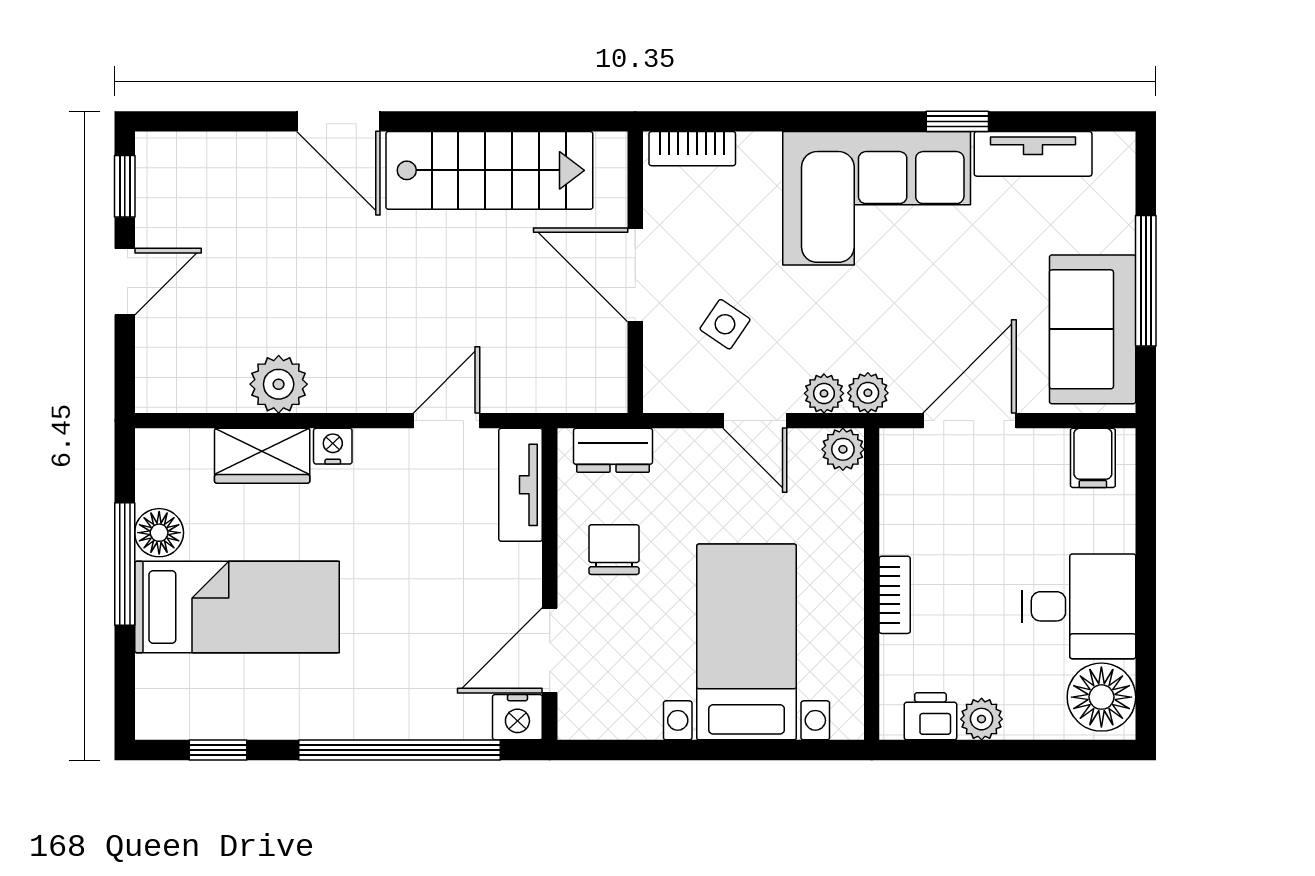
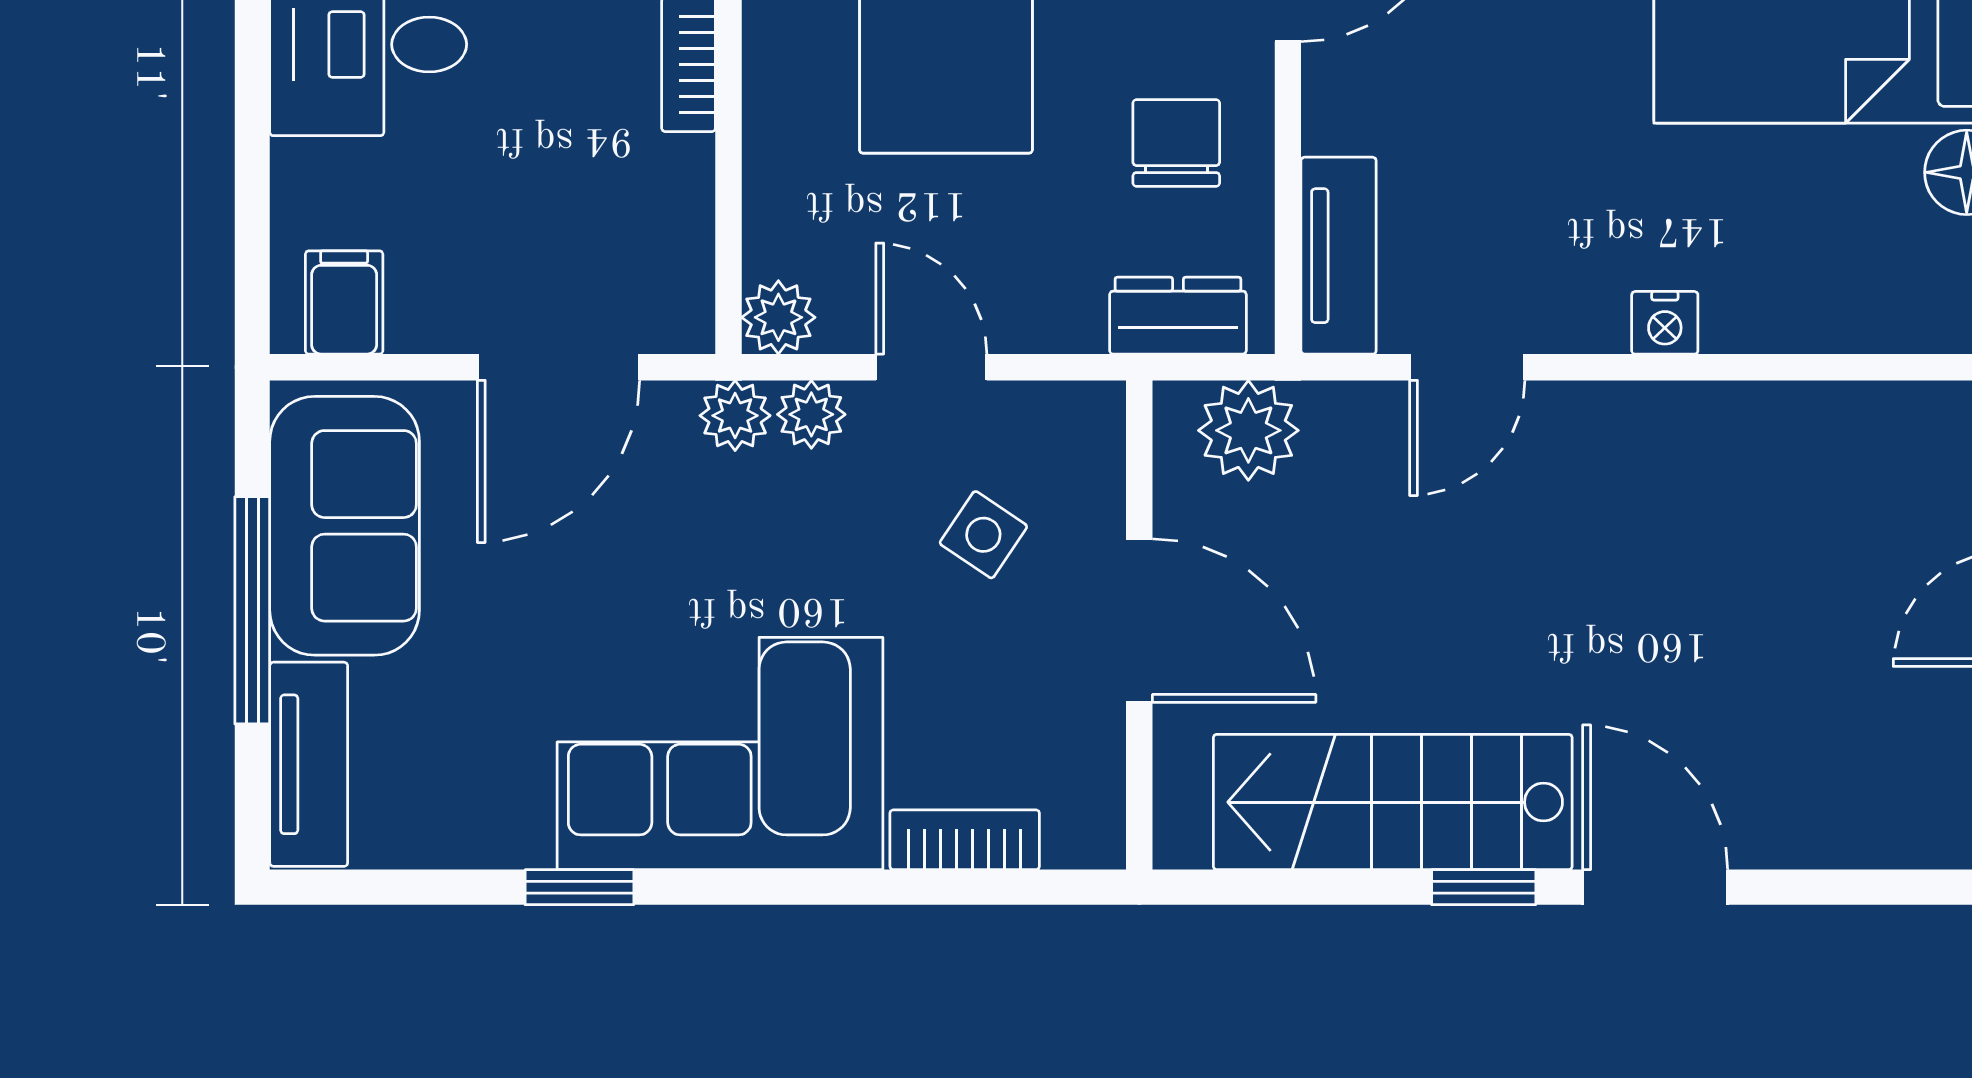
window: (437, 121) -> (1484, 887), added
bookcase: (692, 149) -> (965, 840), moved
tv unit: (1033, 154) -> (309, 764), moved, turned 90
plant: (279, 384) -> (1248, 430), moved
wardrobe: (262, 456) -> (1788, 306), removed
chair: (614, 550) -> (1176, 143), turned 180

